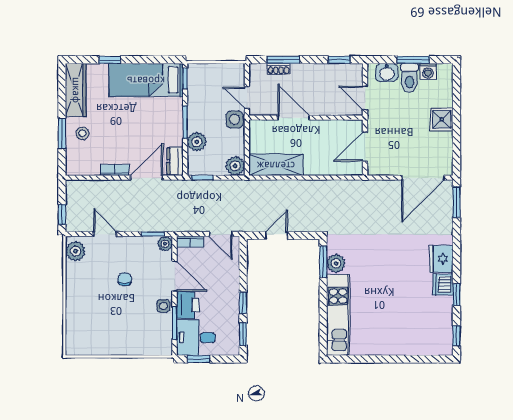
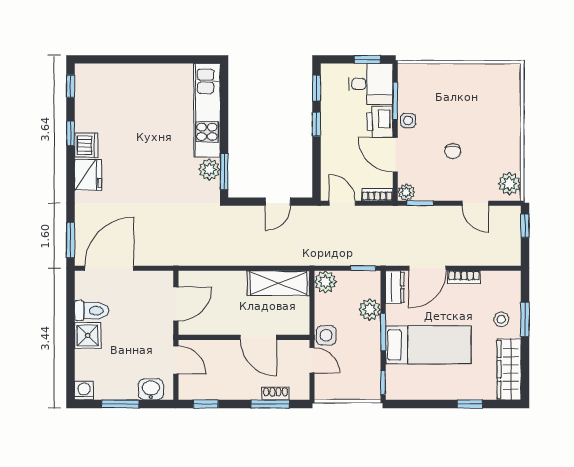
washing machine: (428, 71) -> (84, 391), moved
toilet: (409, 78) -> (91, 311), moved, turned 90
bed: (146, 80) -> (428, 345), moved

